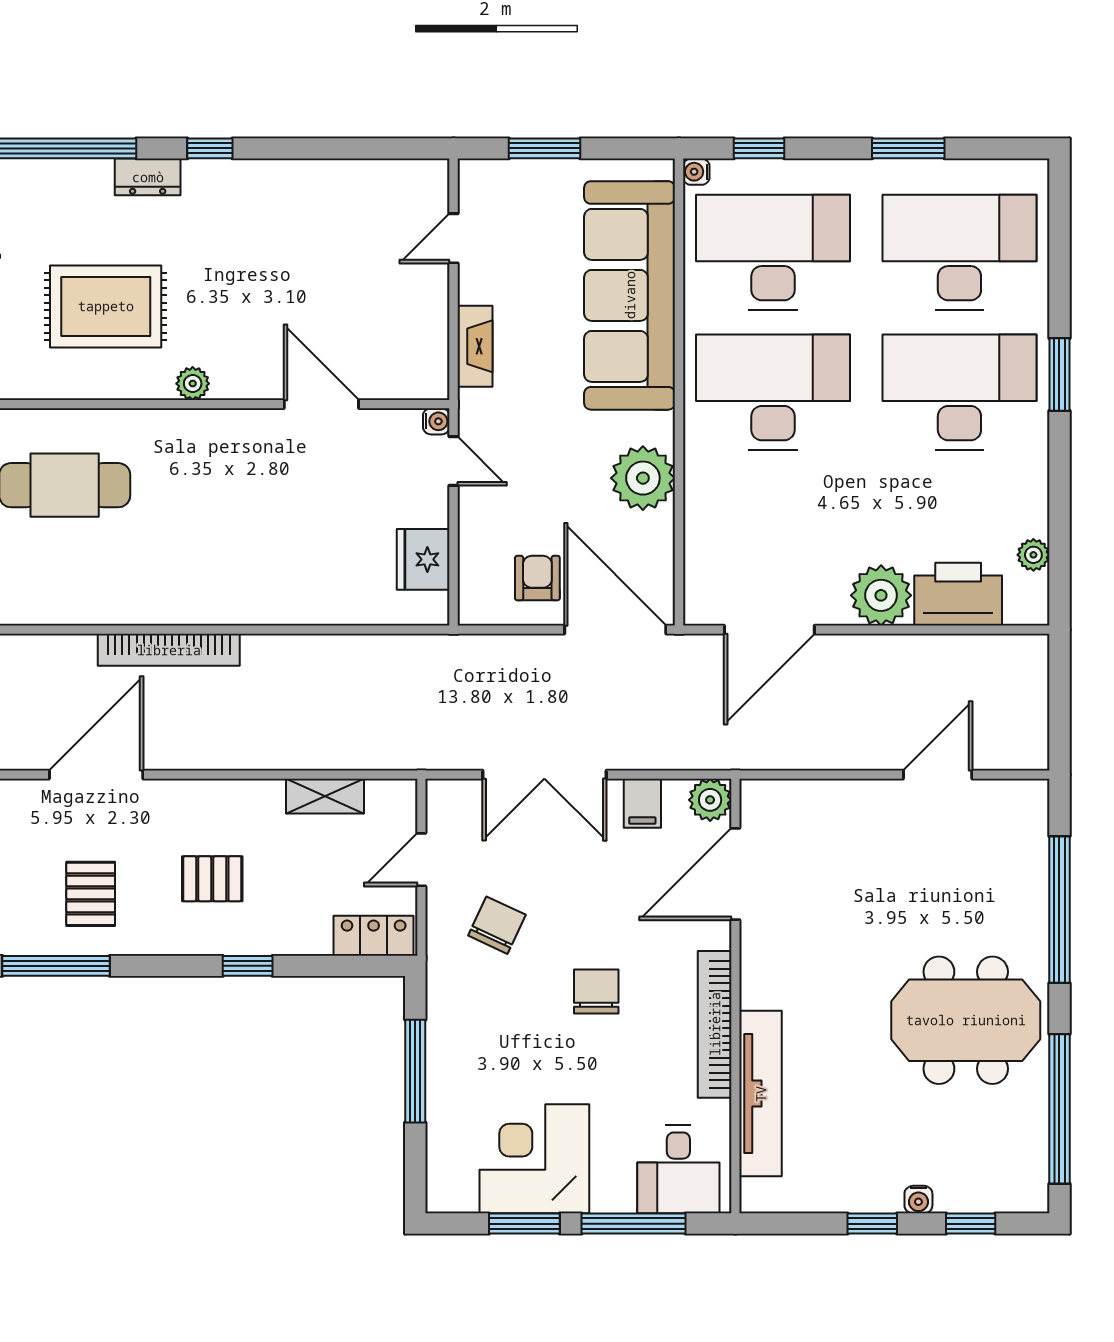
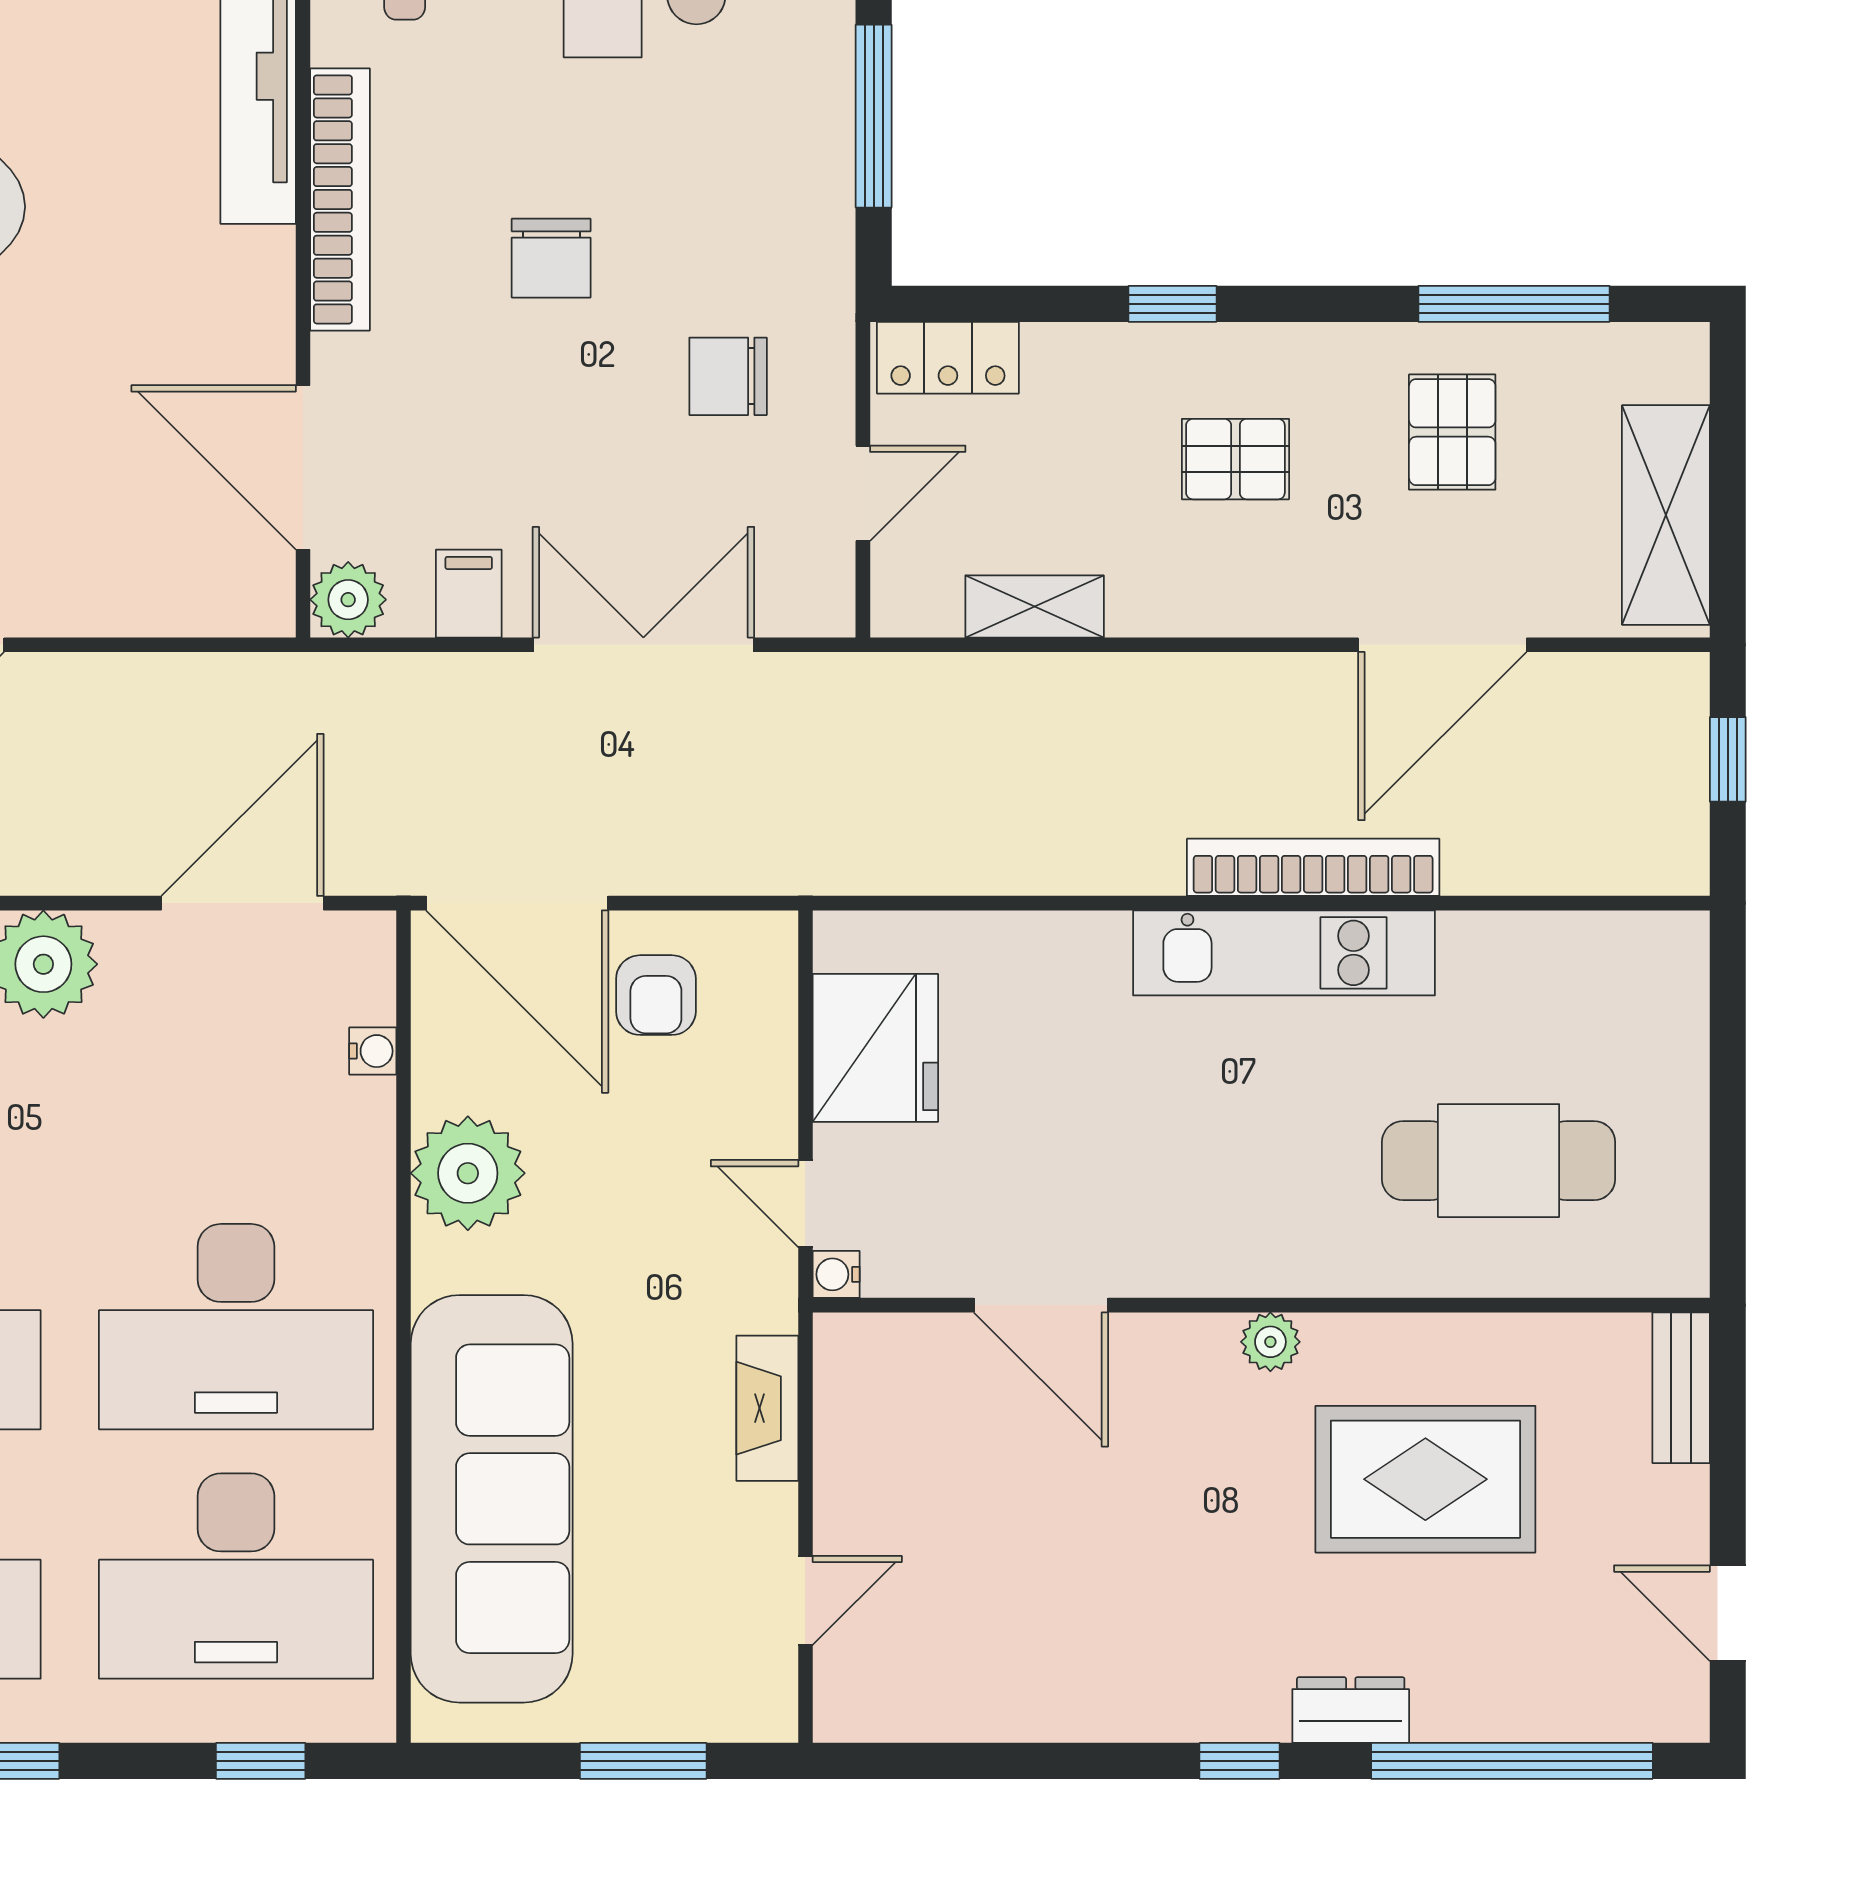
water cooler: (696, 172) -> (373, 1051), moved
fridge: (423, 559) -> (875, 1048), width x1.36, depth x1.34
kitchen unit: (185, 602) -> (1284, 953), added
door: (735, 874) -> (303, 467), swing flipped
chair: (497, 925) -> (728, 376), turned 65

